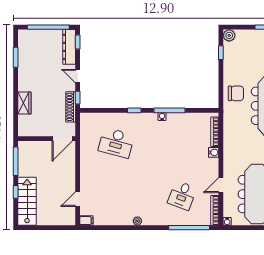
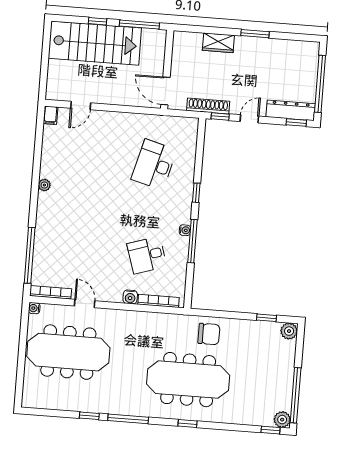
window: (16, 57) -> (255, 34), moved
chair: (236, 93) -> (209, 334), turned -90
desk: (182, 195) -> (147, 255), moved, turned -39
door: (78, 199) -> (81, 106), swing flipped
stairs: (27, 201) -> (95, 43), width x1.36, depth x1.51

